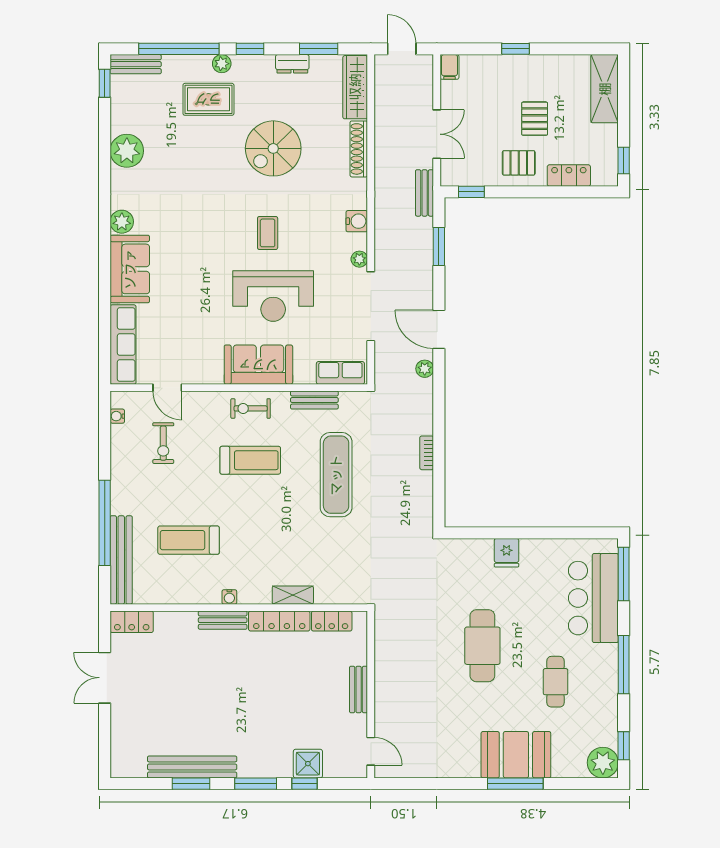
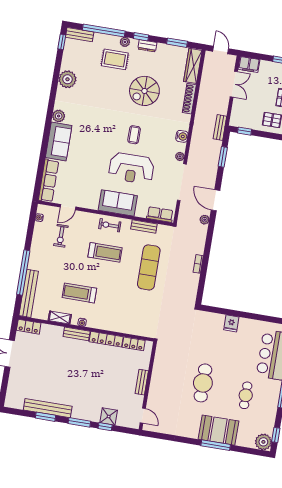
dresser: (292, 64) -> (147, 46), moved
filing cabinet: (449, 67) -> (249, 64), width x2.00
double door: (437, 134) -> (234, 84), moved
door: (167, 388) -> (68, 207), hinge flipped
treadmill: (189, 540) -> (79, 293), moved
shelving: (293, 595) -> (60, 317), moved
cafe table: (482, 646) -> (203, 383), moved

